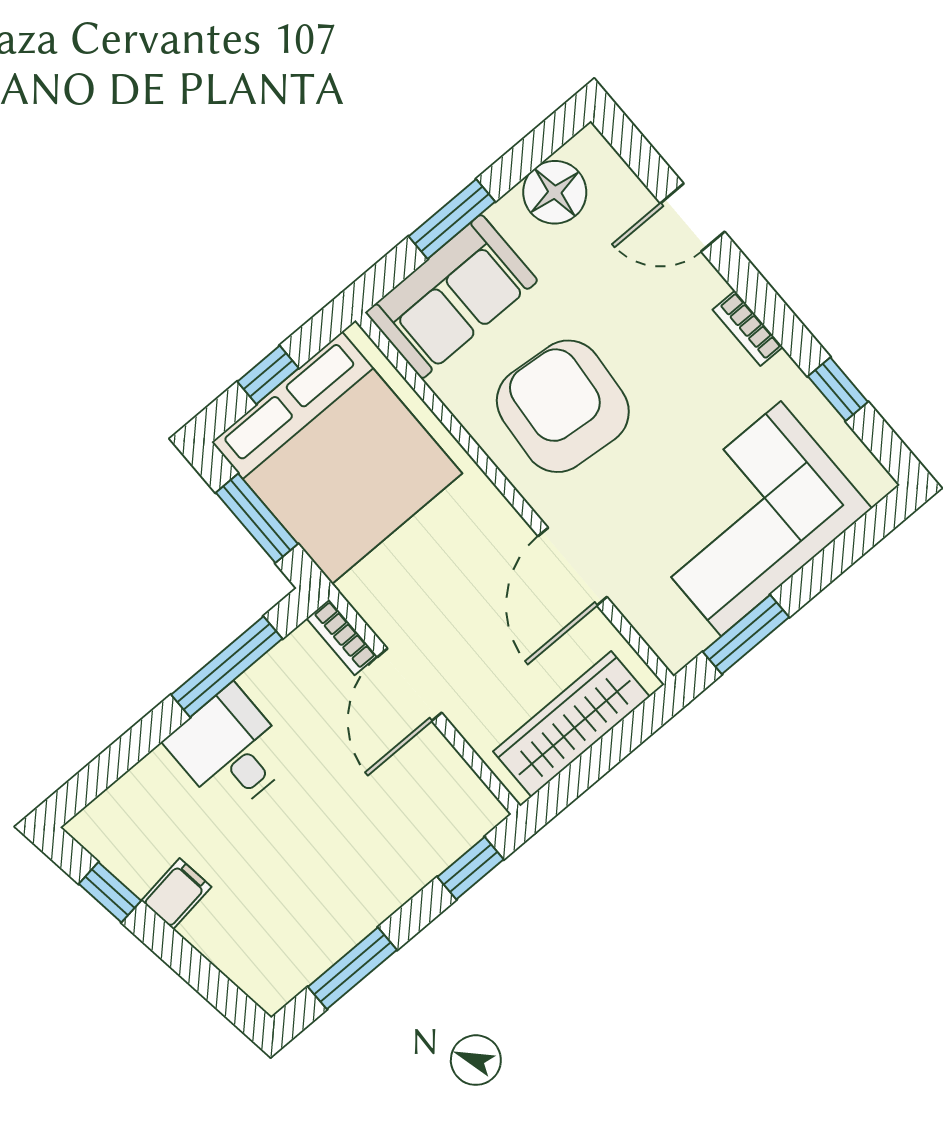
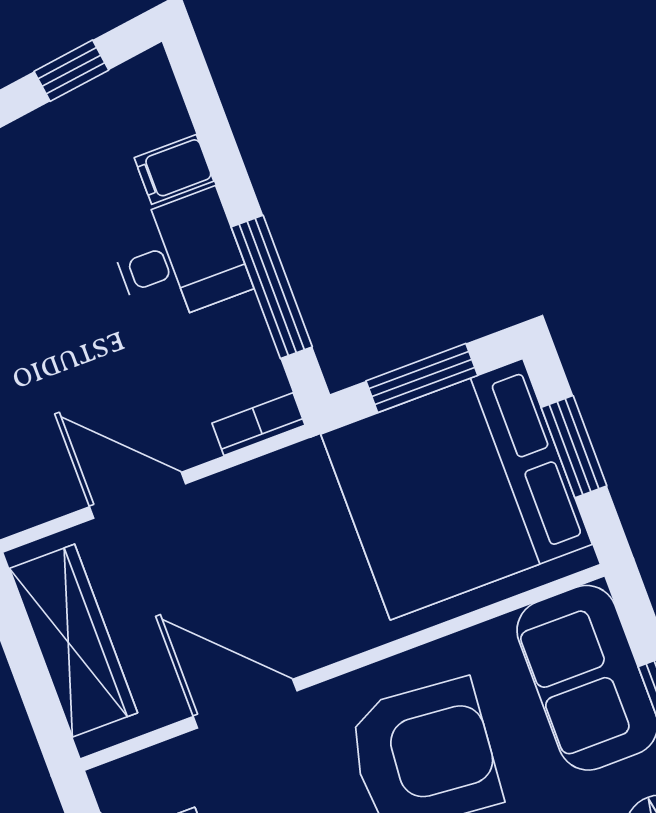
window: (268, 375) -> (574, 447), width x1.50
door: (410, 685) -> (137, 495), moved
filing cabinet: (176, 894) -> (174, 169), moved, turned 98

